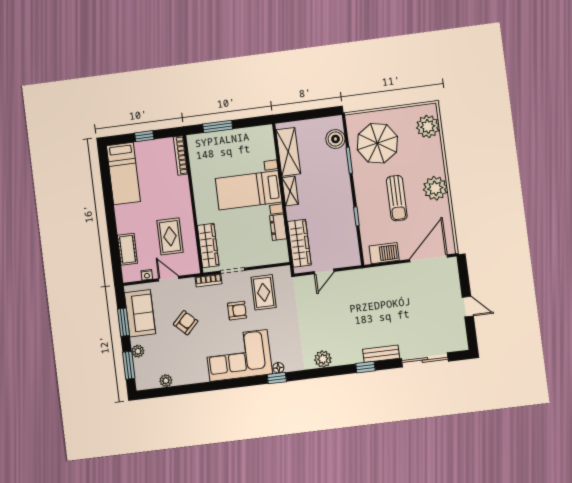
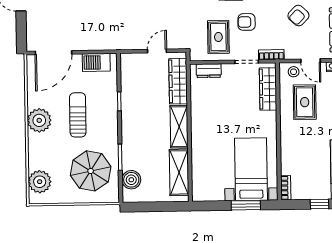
bookcase: (181, 155) -> (286, 188), width x0.64
bed with nightstands: (249, 190) -> (251, 169), moved, turned -90
shelving: (290, 191) -> (179, 127), width x1.50, depth x1.33
dresser: (278, 227) -> (209, 71), moved, turned 90
stool: (184, 266) -> (294, 72), added

